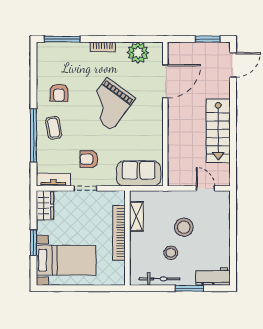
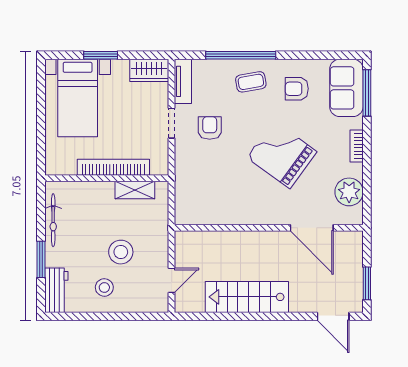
sofa: (139, 174) -> (346, 88), moved, turned 180
stool: (171, 253) -> (104, 287), moved

